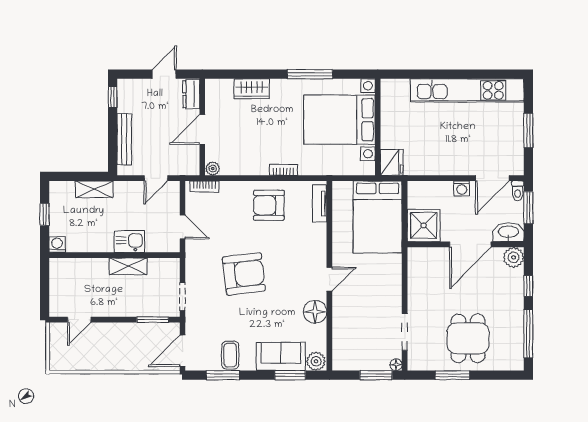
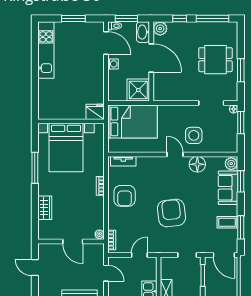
kitchen unit: (467, 90) -> (46, 50), width x0.73
dresser: (191, 94) -> (49, 249), removed
side table: (357, 306) -> (194, 135), added

